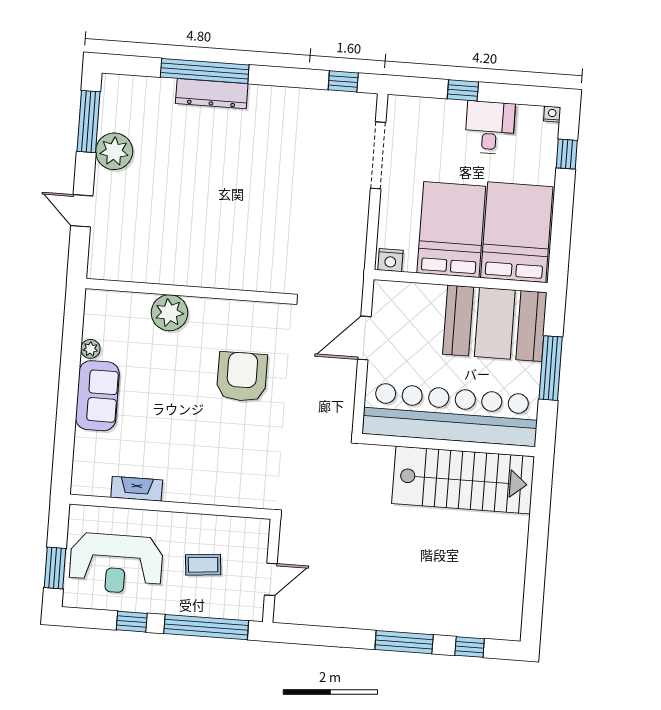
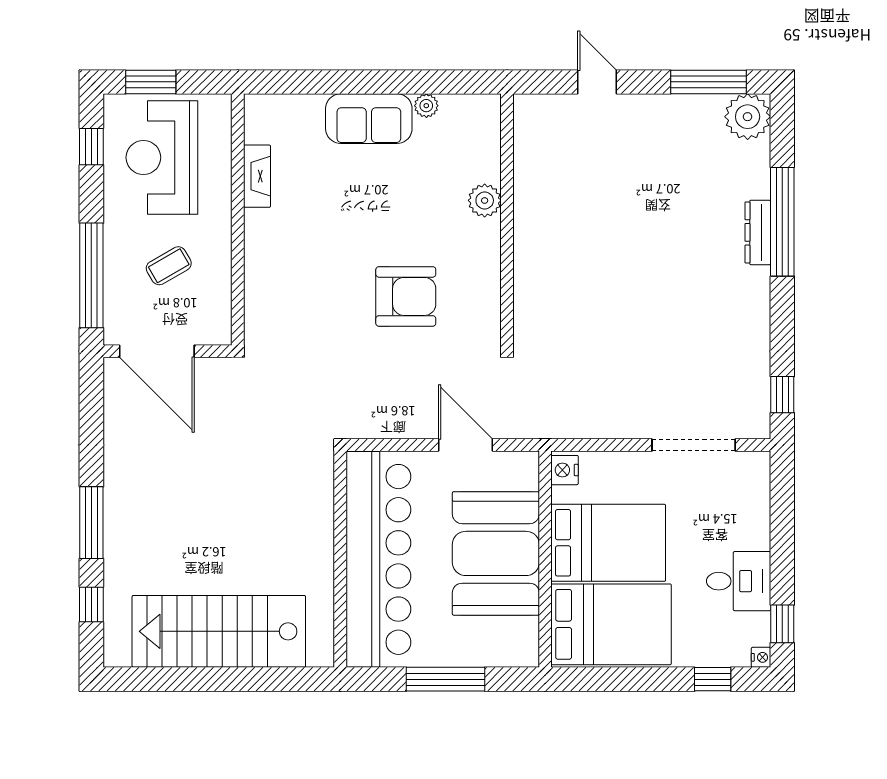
window: (463, 90) -> (782, 624), moved
dresser: (212, 94) -> (758, 232), width x0.73, depth x0.80
plant: (114, 151) -> (748, 117), moved
door: (82, 211) -> (597, 82), hinge flipped
plant: (169, 313) -> (485, 200), width x0.73, depth x0.73
booth: (495, 323) -> (496, 553), moved
stairs: (463, 480) -> (219, 631), moved, turned 90
coffee table: (203, 565) -> (169, 266), turned 65
door: (271, 579) -> (157, 351), width x1.88
window: (132, 622) -> (91, 147), moved

